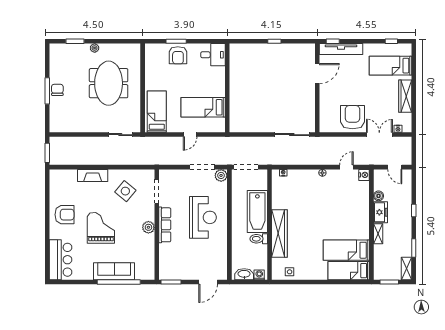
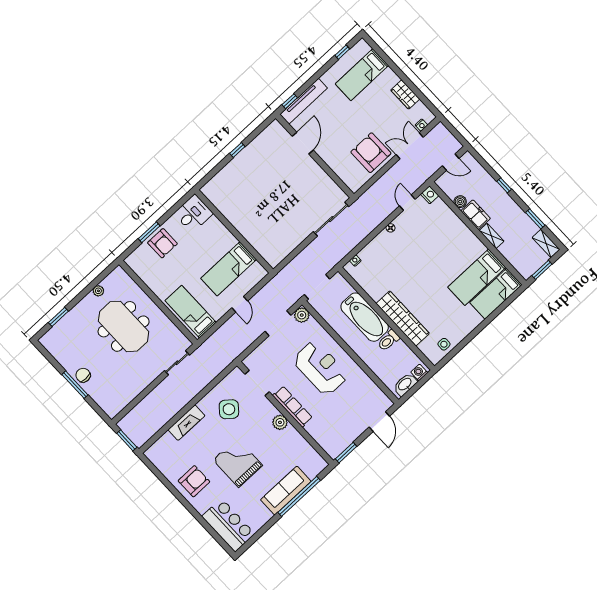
plant: (95, 48) -> (98, 291), moved
wardrobe: (405, 96) -> (405, 95), width x0.67

